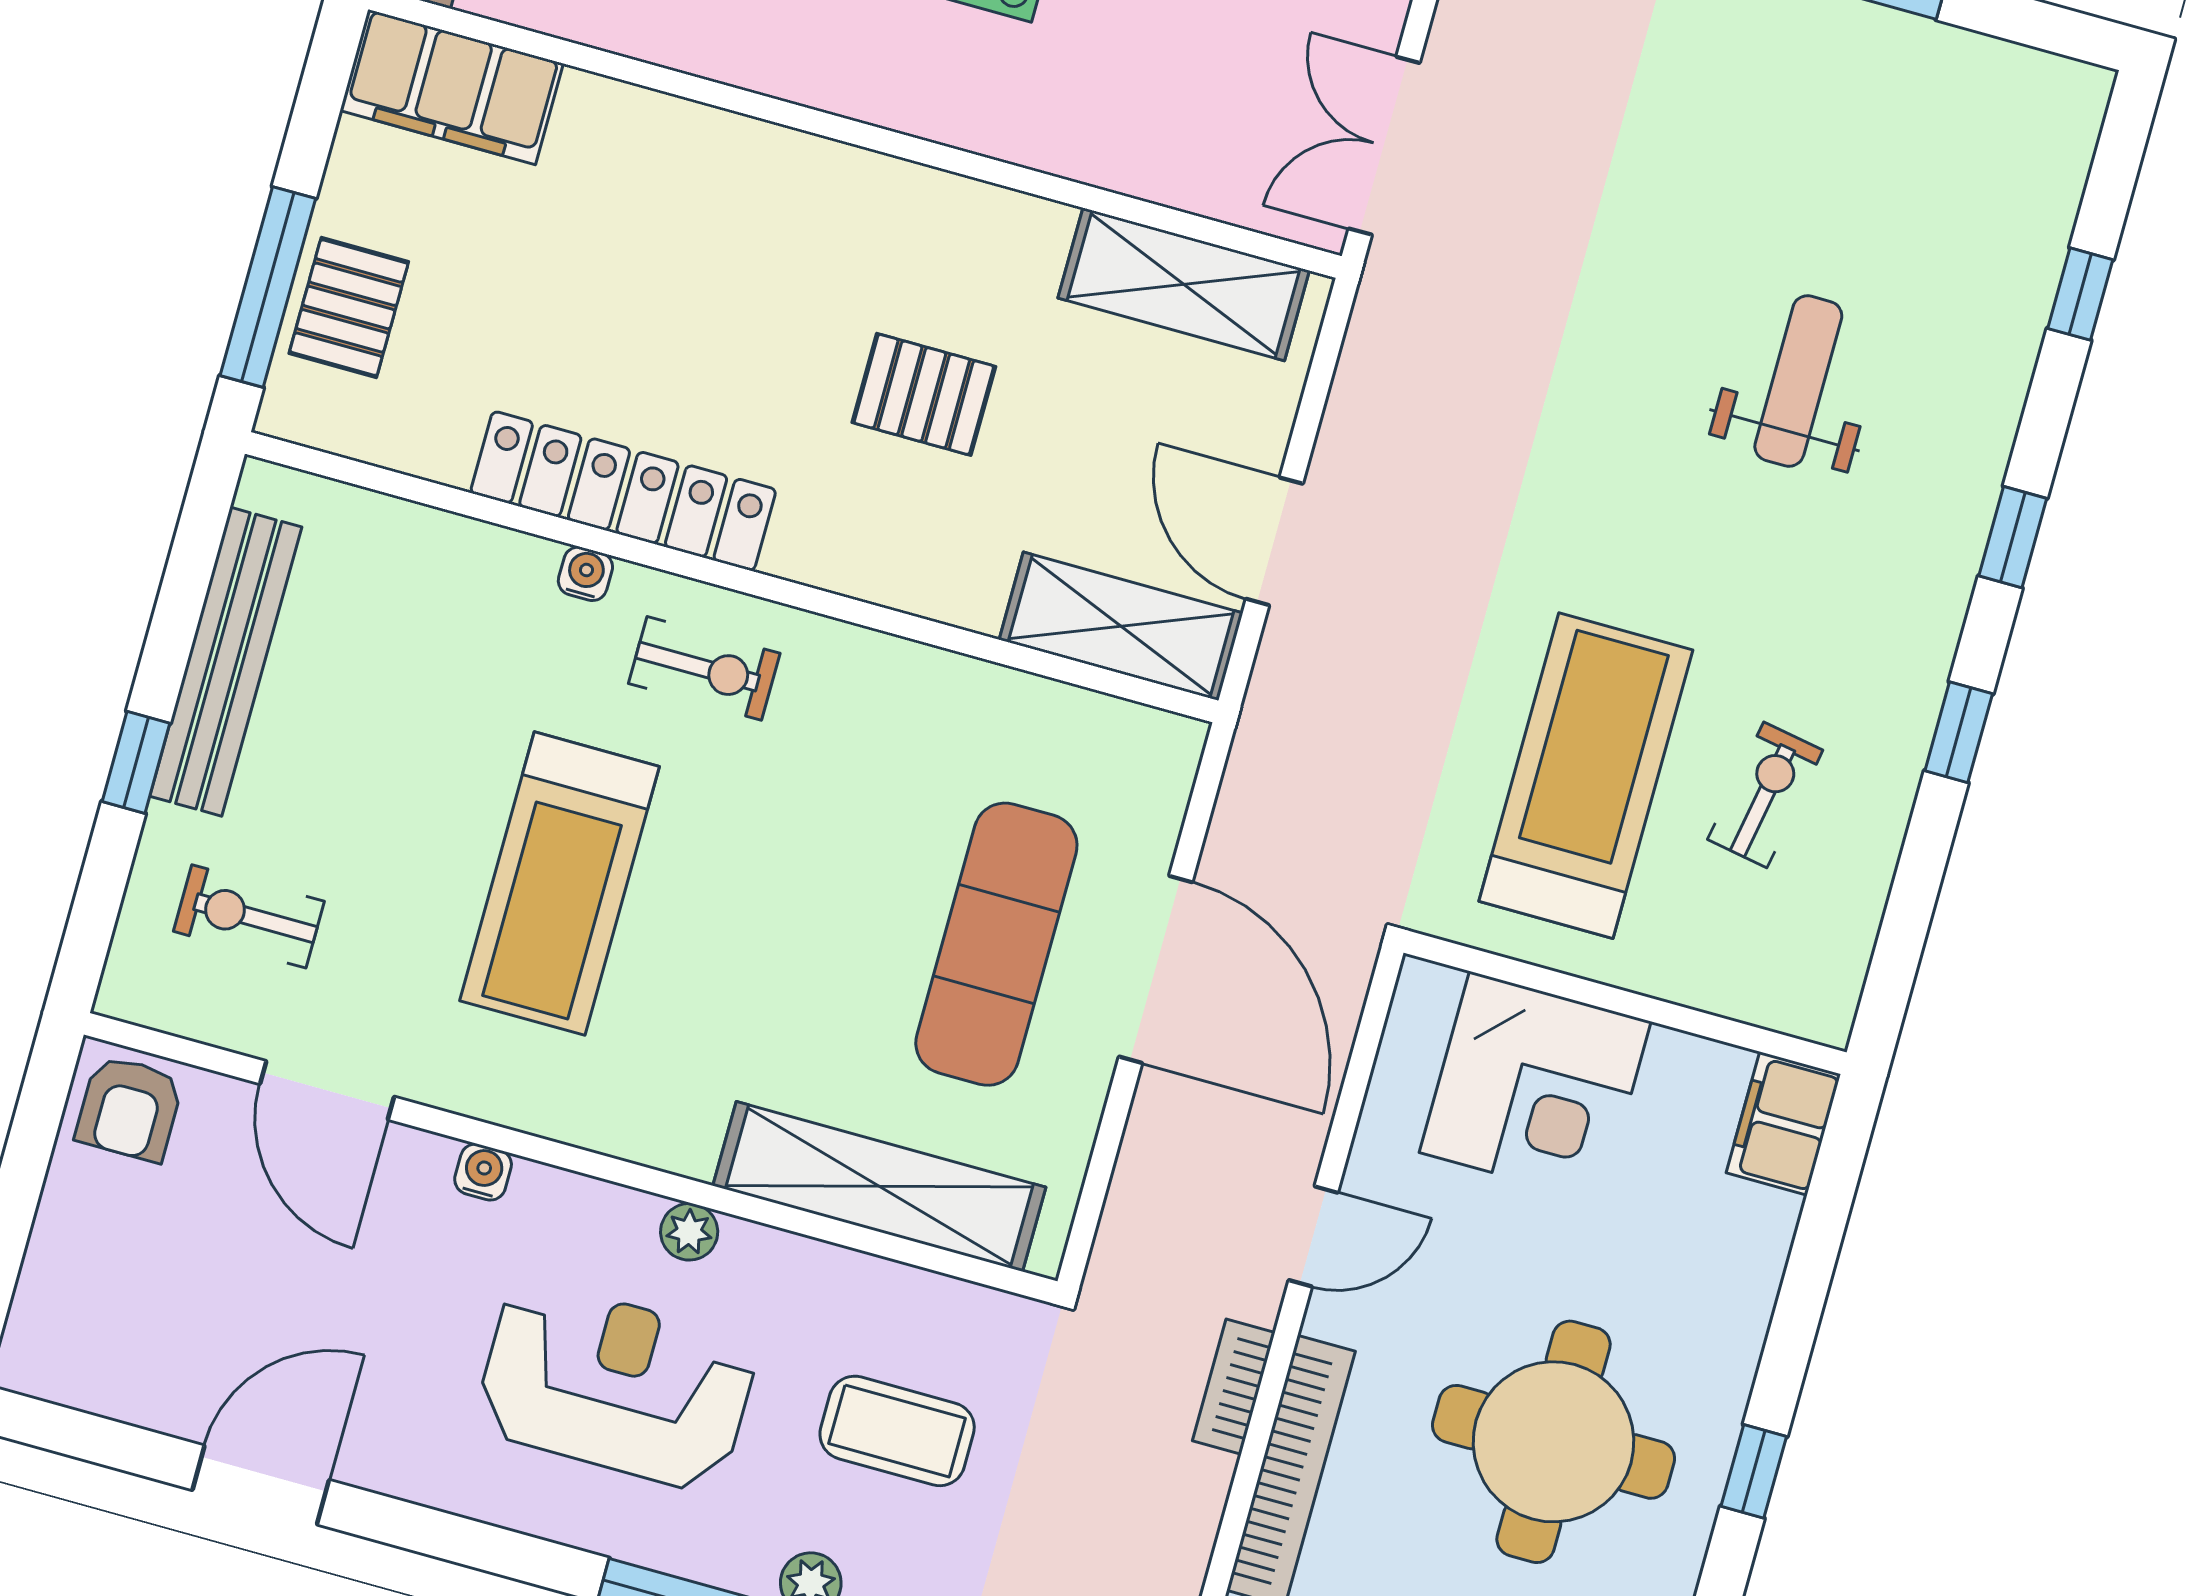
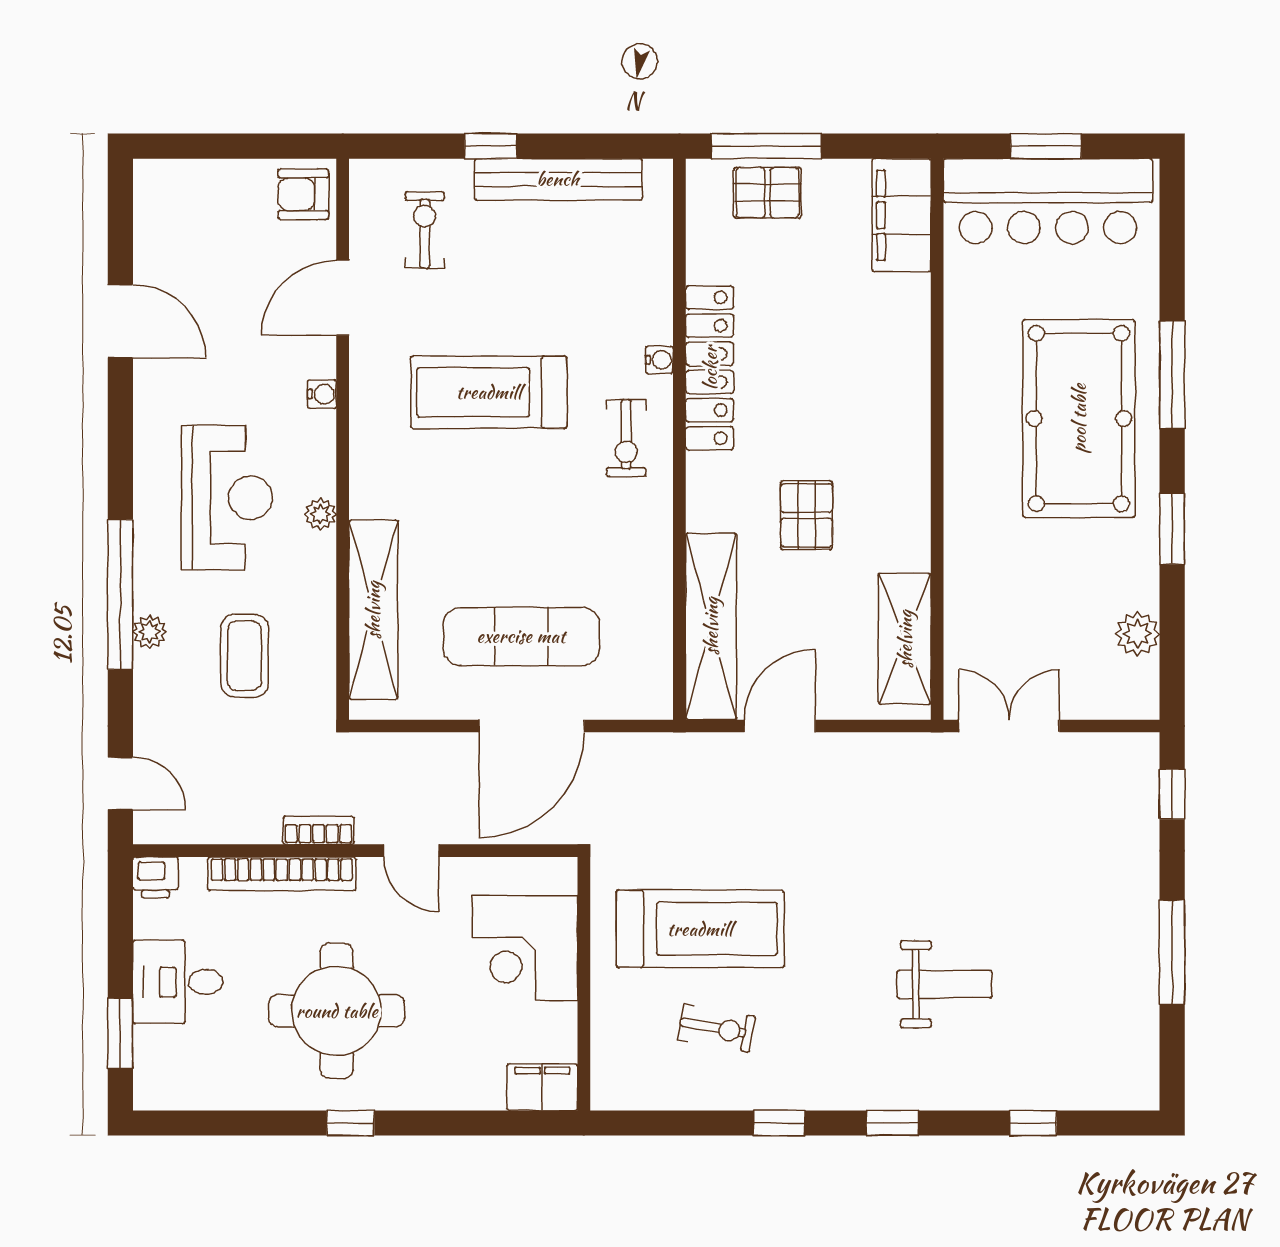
shelving: (1121, 626) -> (711, 626), width x1.47

